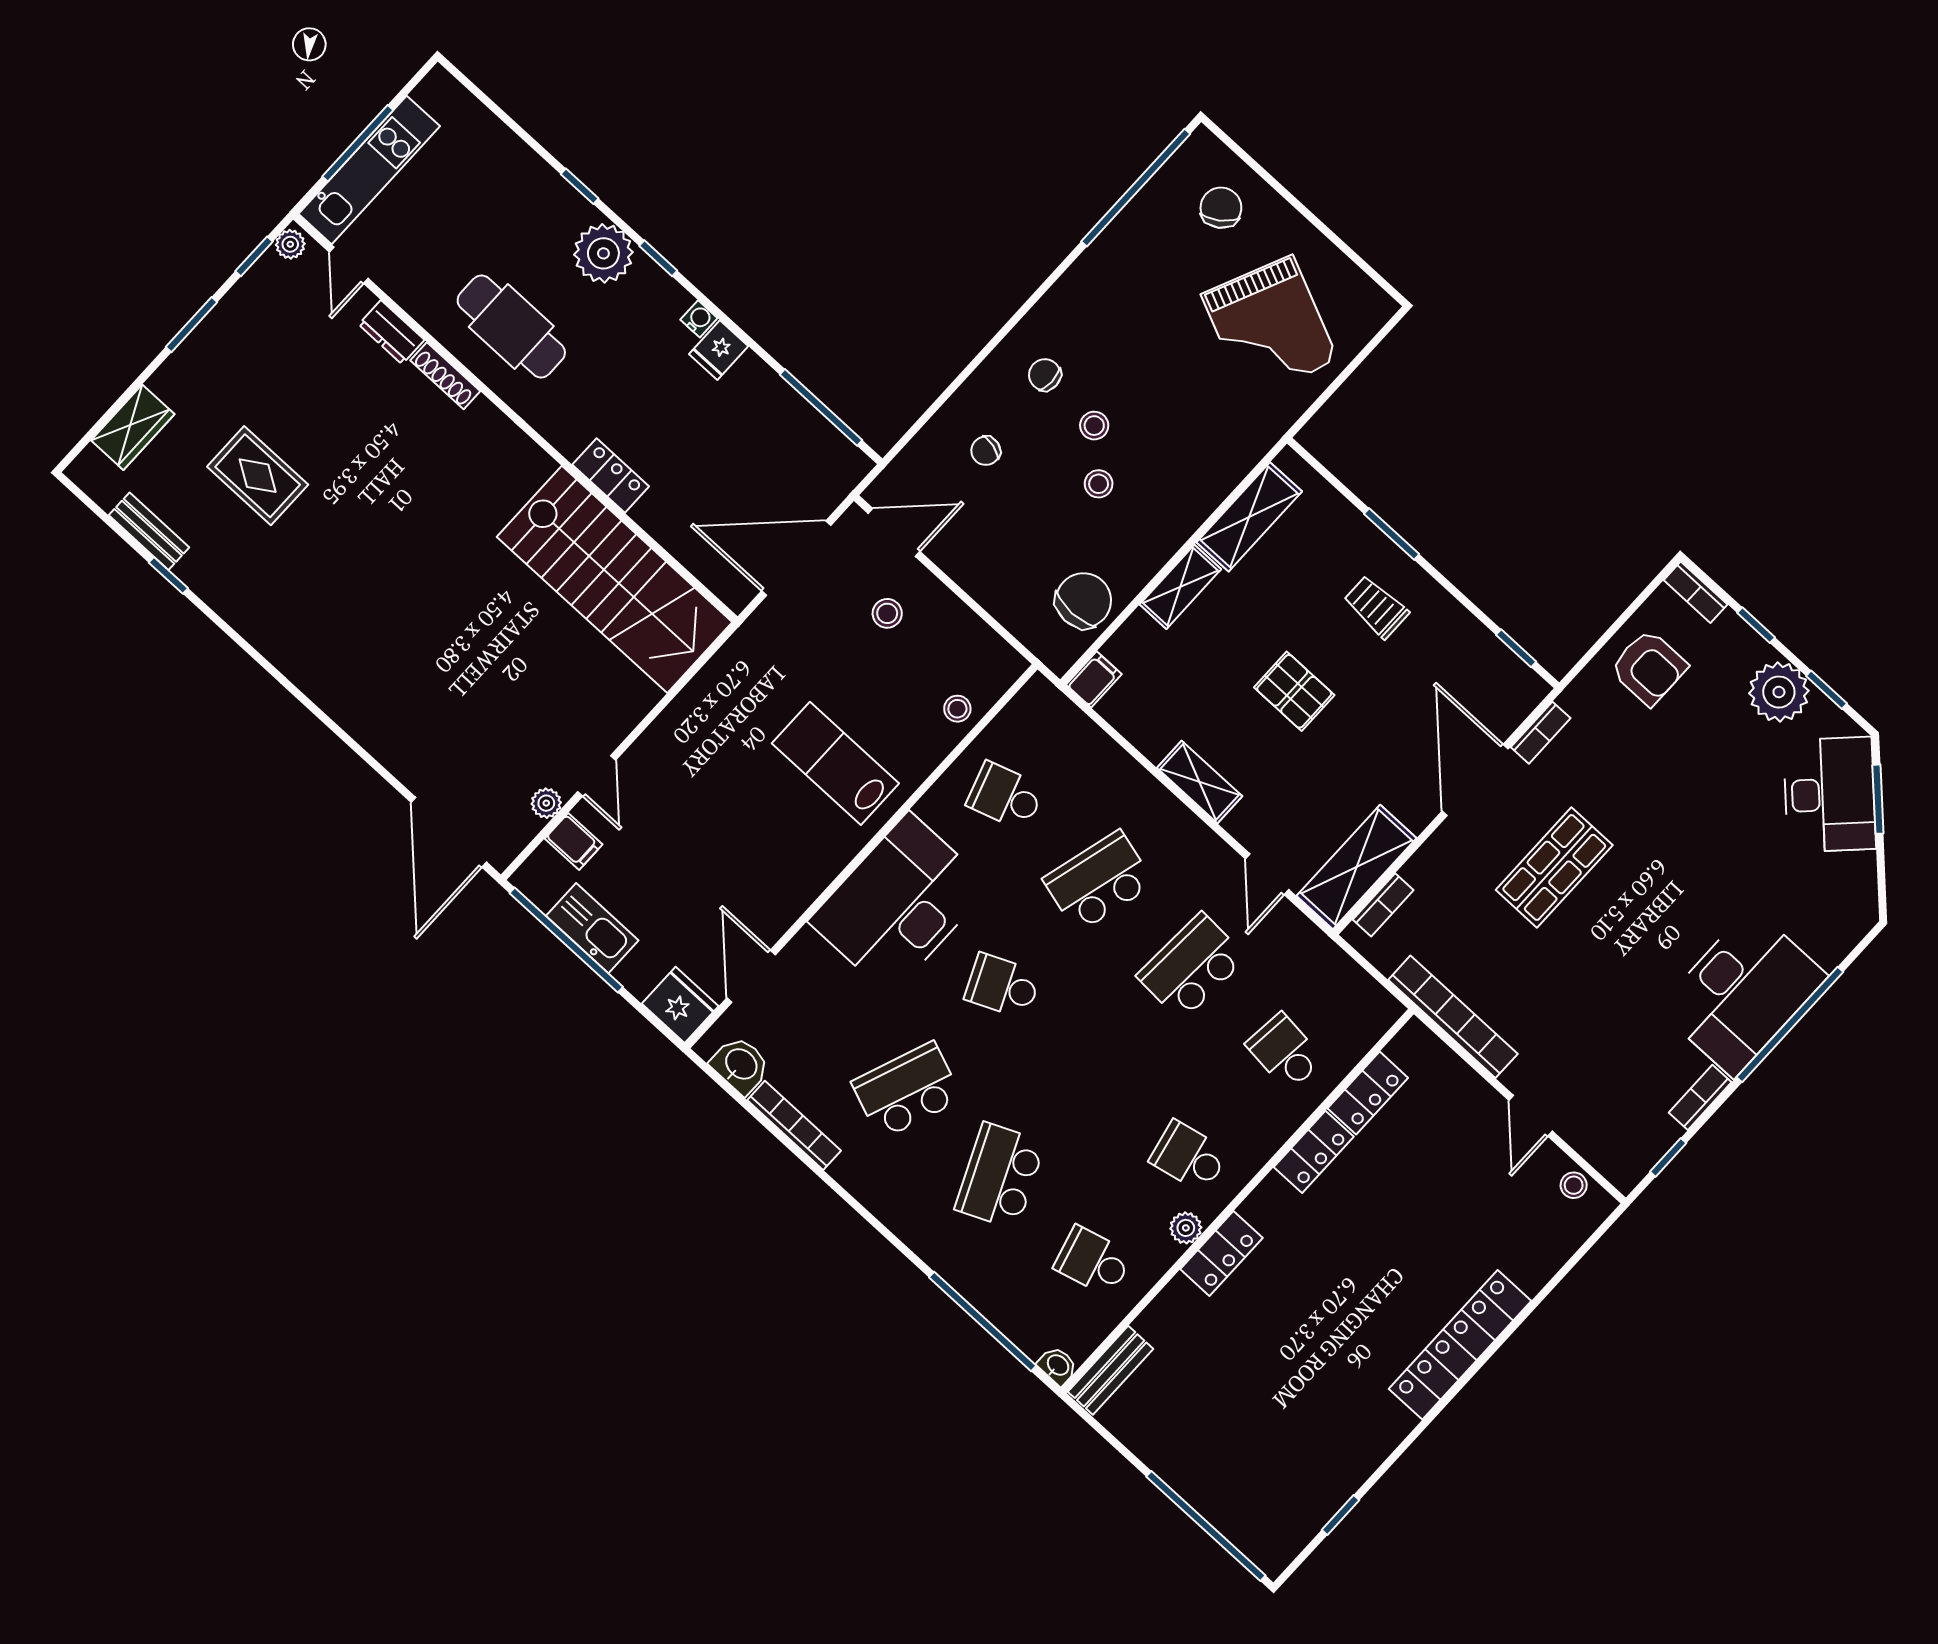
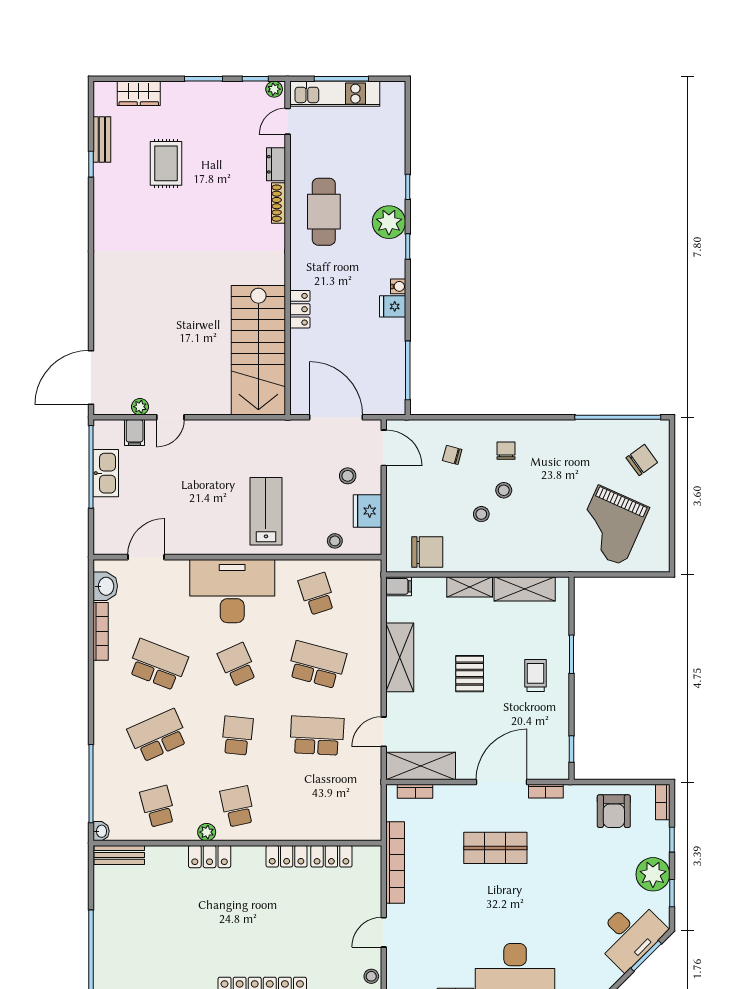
shelving: (1200, 782) -> (400, 657), width x1.50, depth x1.33
fridge: (680, 1005) -> (367, 511), moved, turned 180
school desk: (1285, 1052) -> (237, 736), moved

